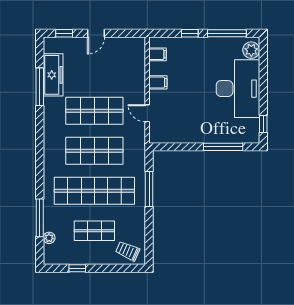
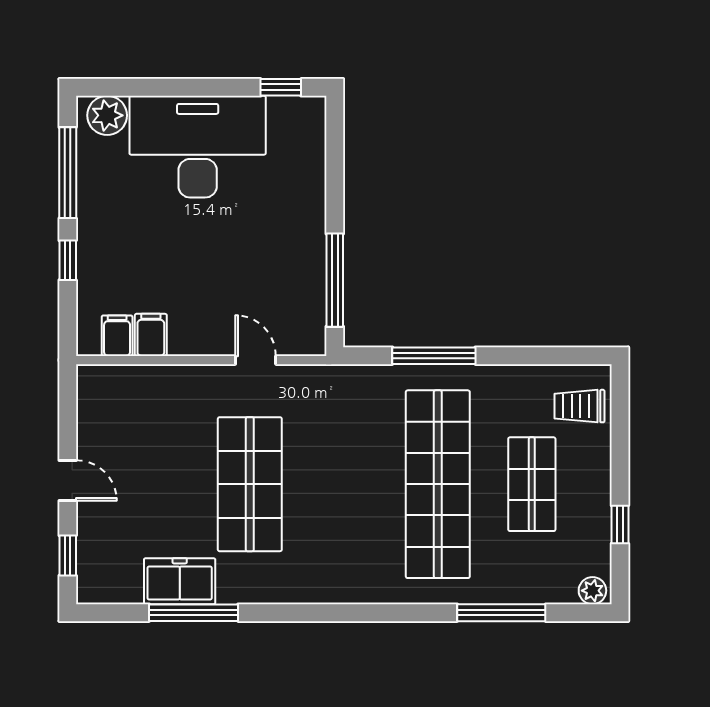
freezer: (53, 75) -> (180, 581), width x0.71
filing cabinet: (158, 82) -> (151, 335), moved
door: (147, 113) -> (256, 360), swing flipped
window: (223, 147) -> (335, 280), moved
shop shelf: (94, 151) -> (344, 484), removed
plant: (49, 238) -> (592, 591), moved
trolley: (128, 251) -> (579, 406), turned 66

